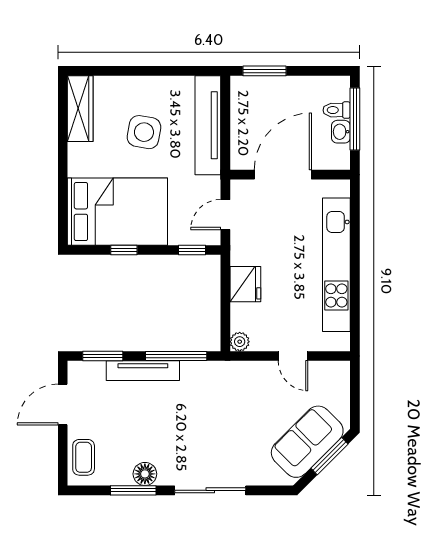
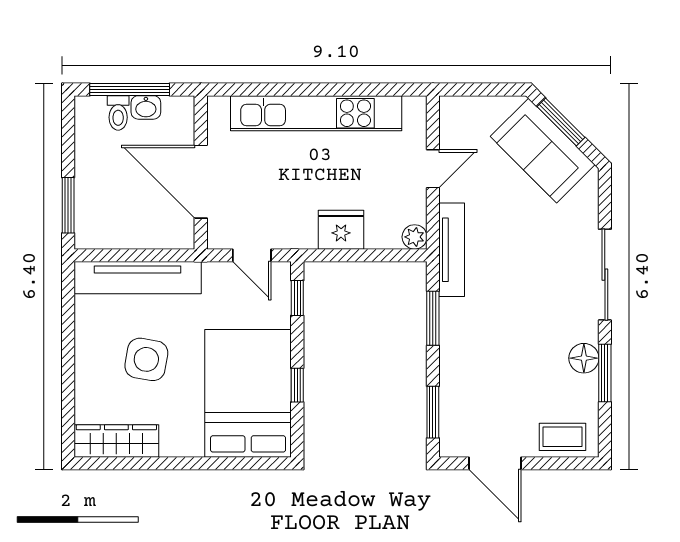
window: (176, 356) -> (433, 318), width x0.69
tv unit: (143, 371) -> (452, 250), moved

